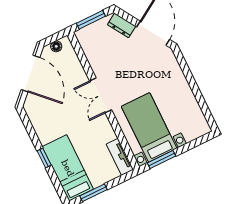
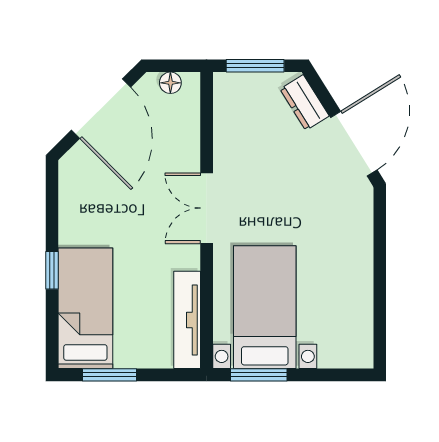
tv unit: (120, 157) -> (187, 320), width x1.41

